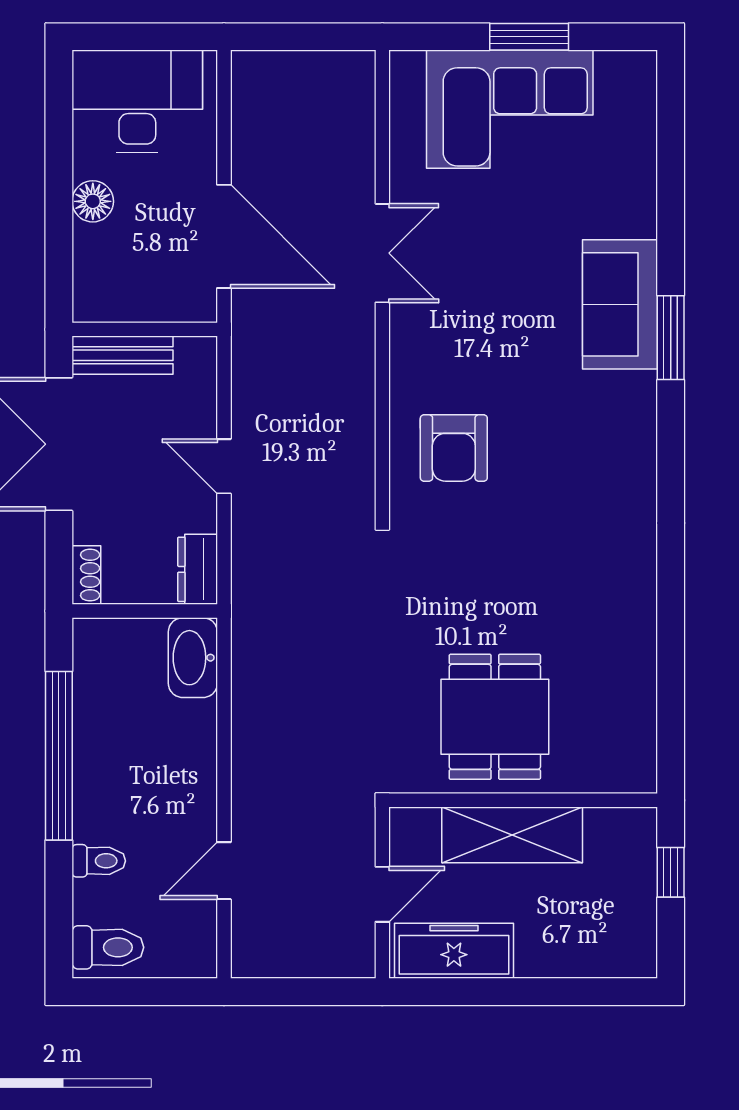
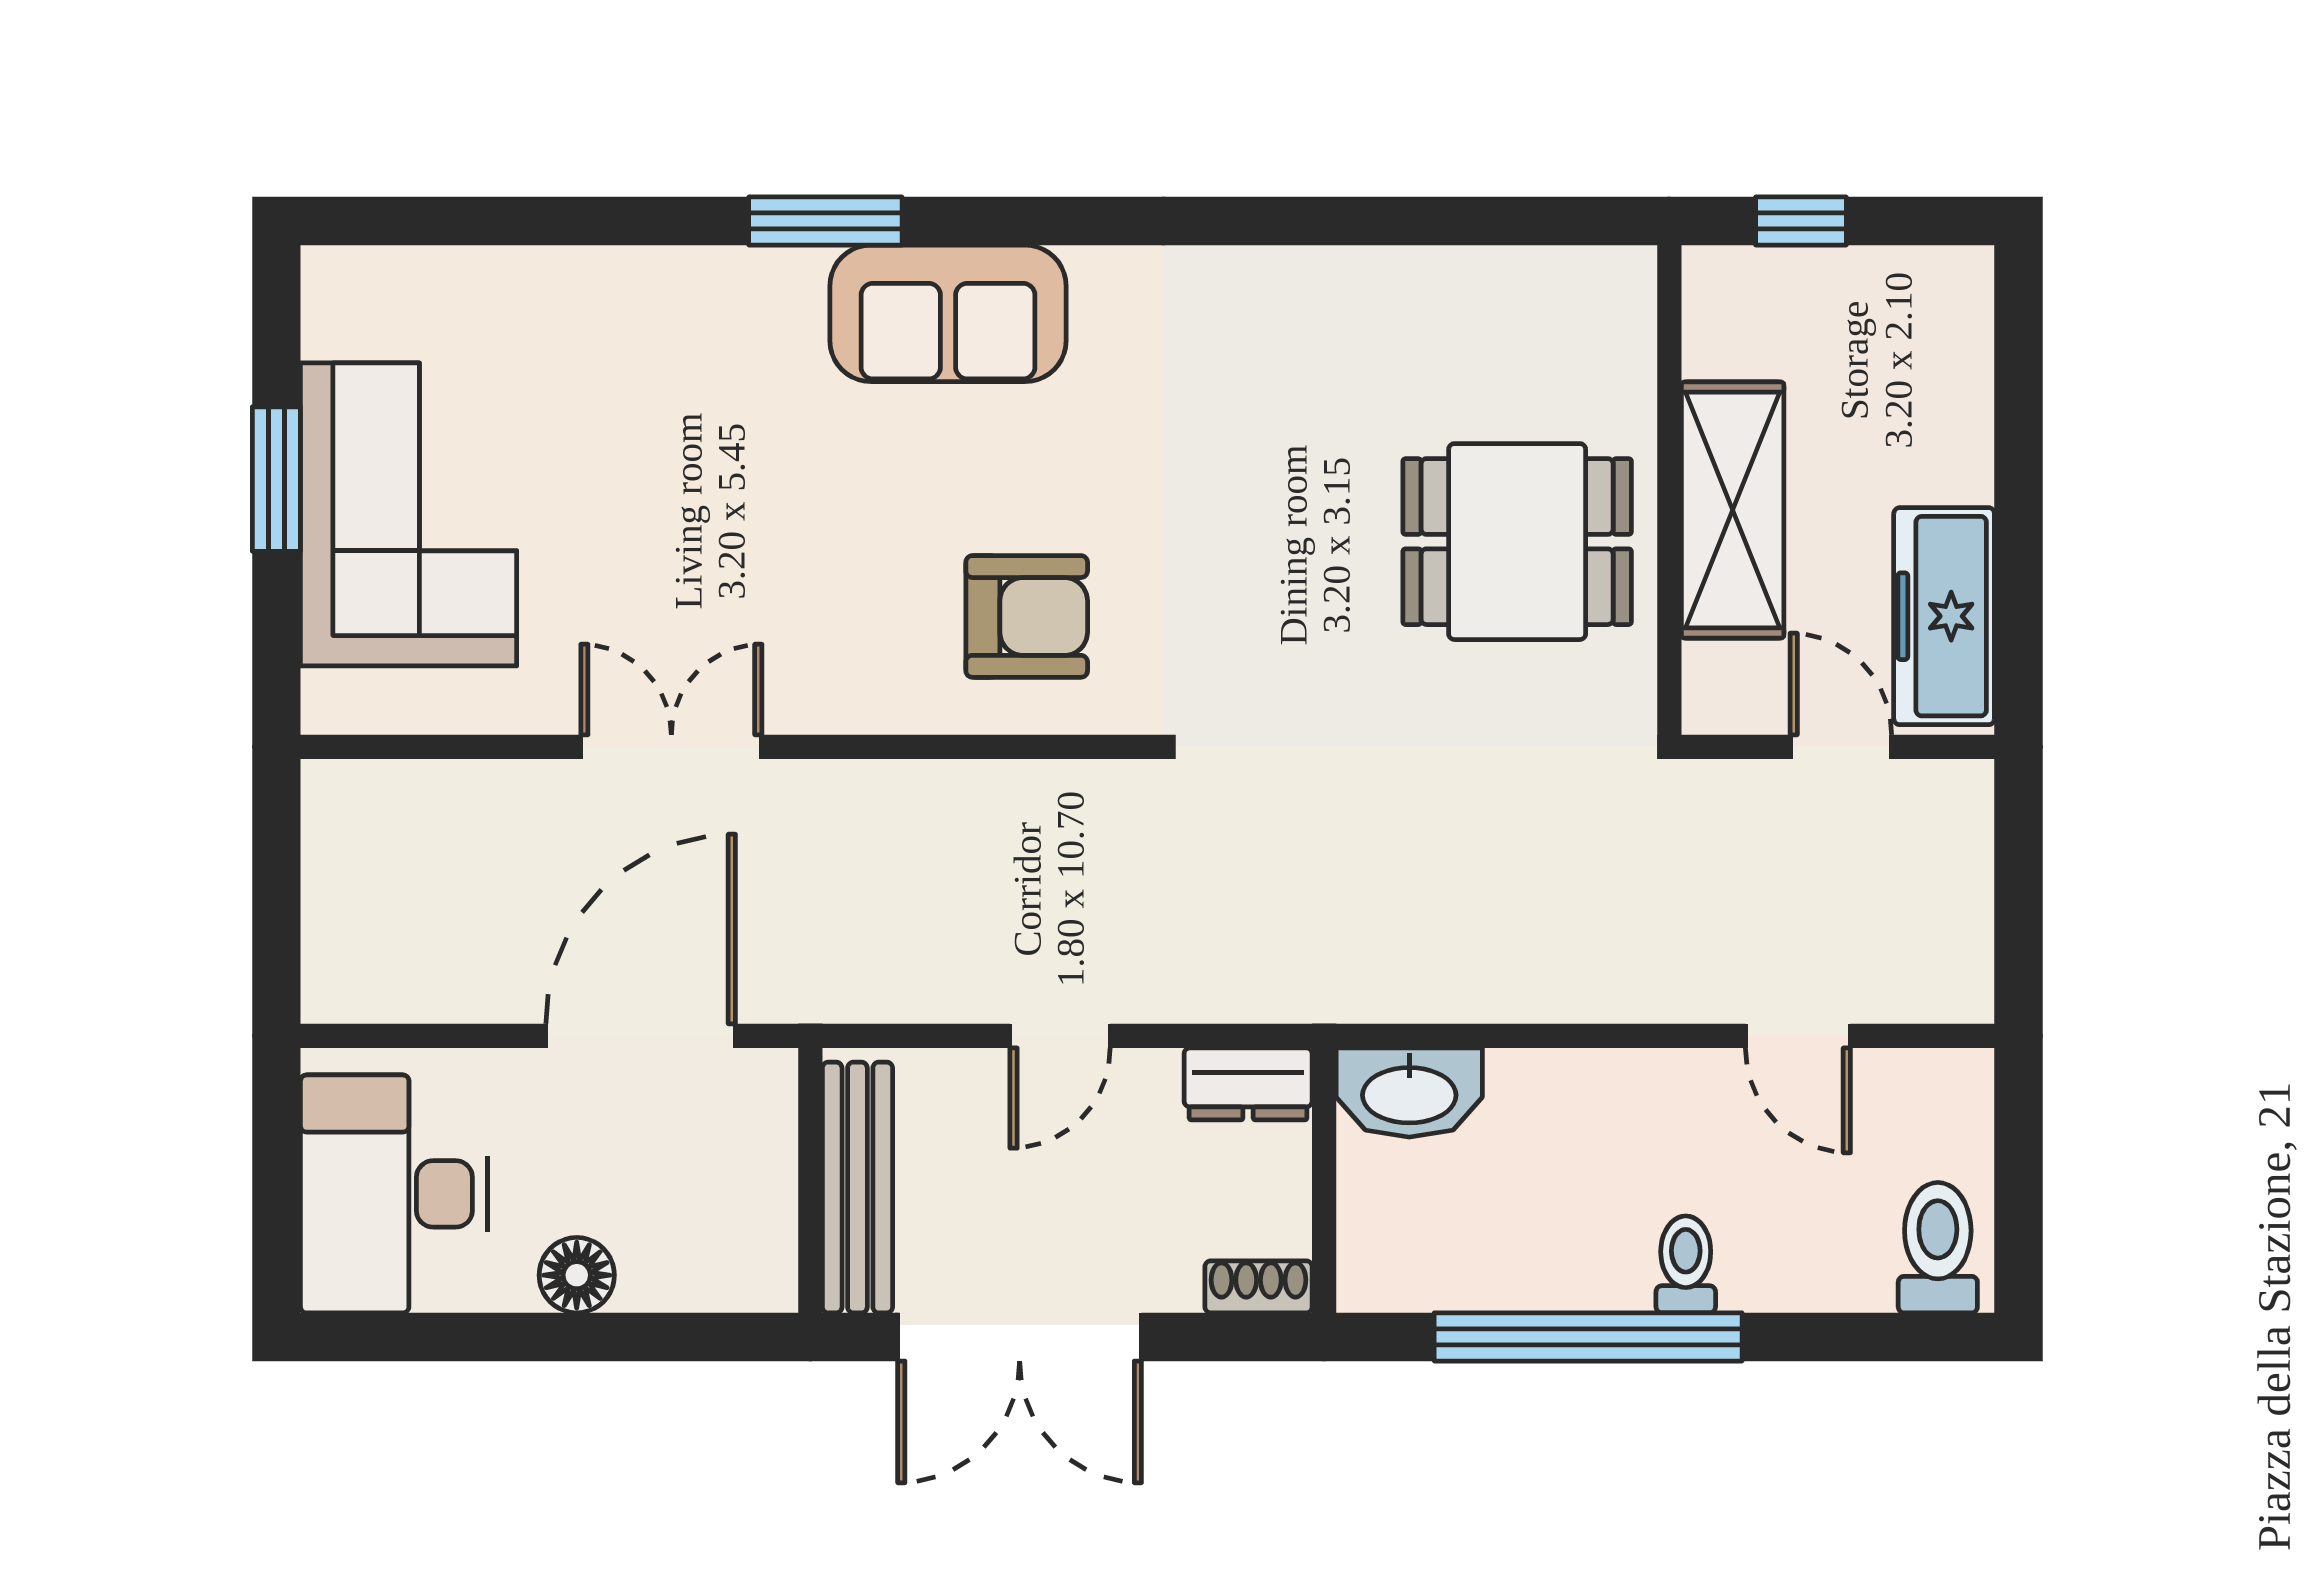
sofa: (620, 304) -> (948, 313), moved
bench: (123, 355) -> (857, 1187), width x1.36
toilet: (99, 861) -> (1686, 1264), moved

